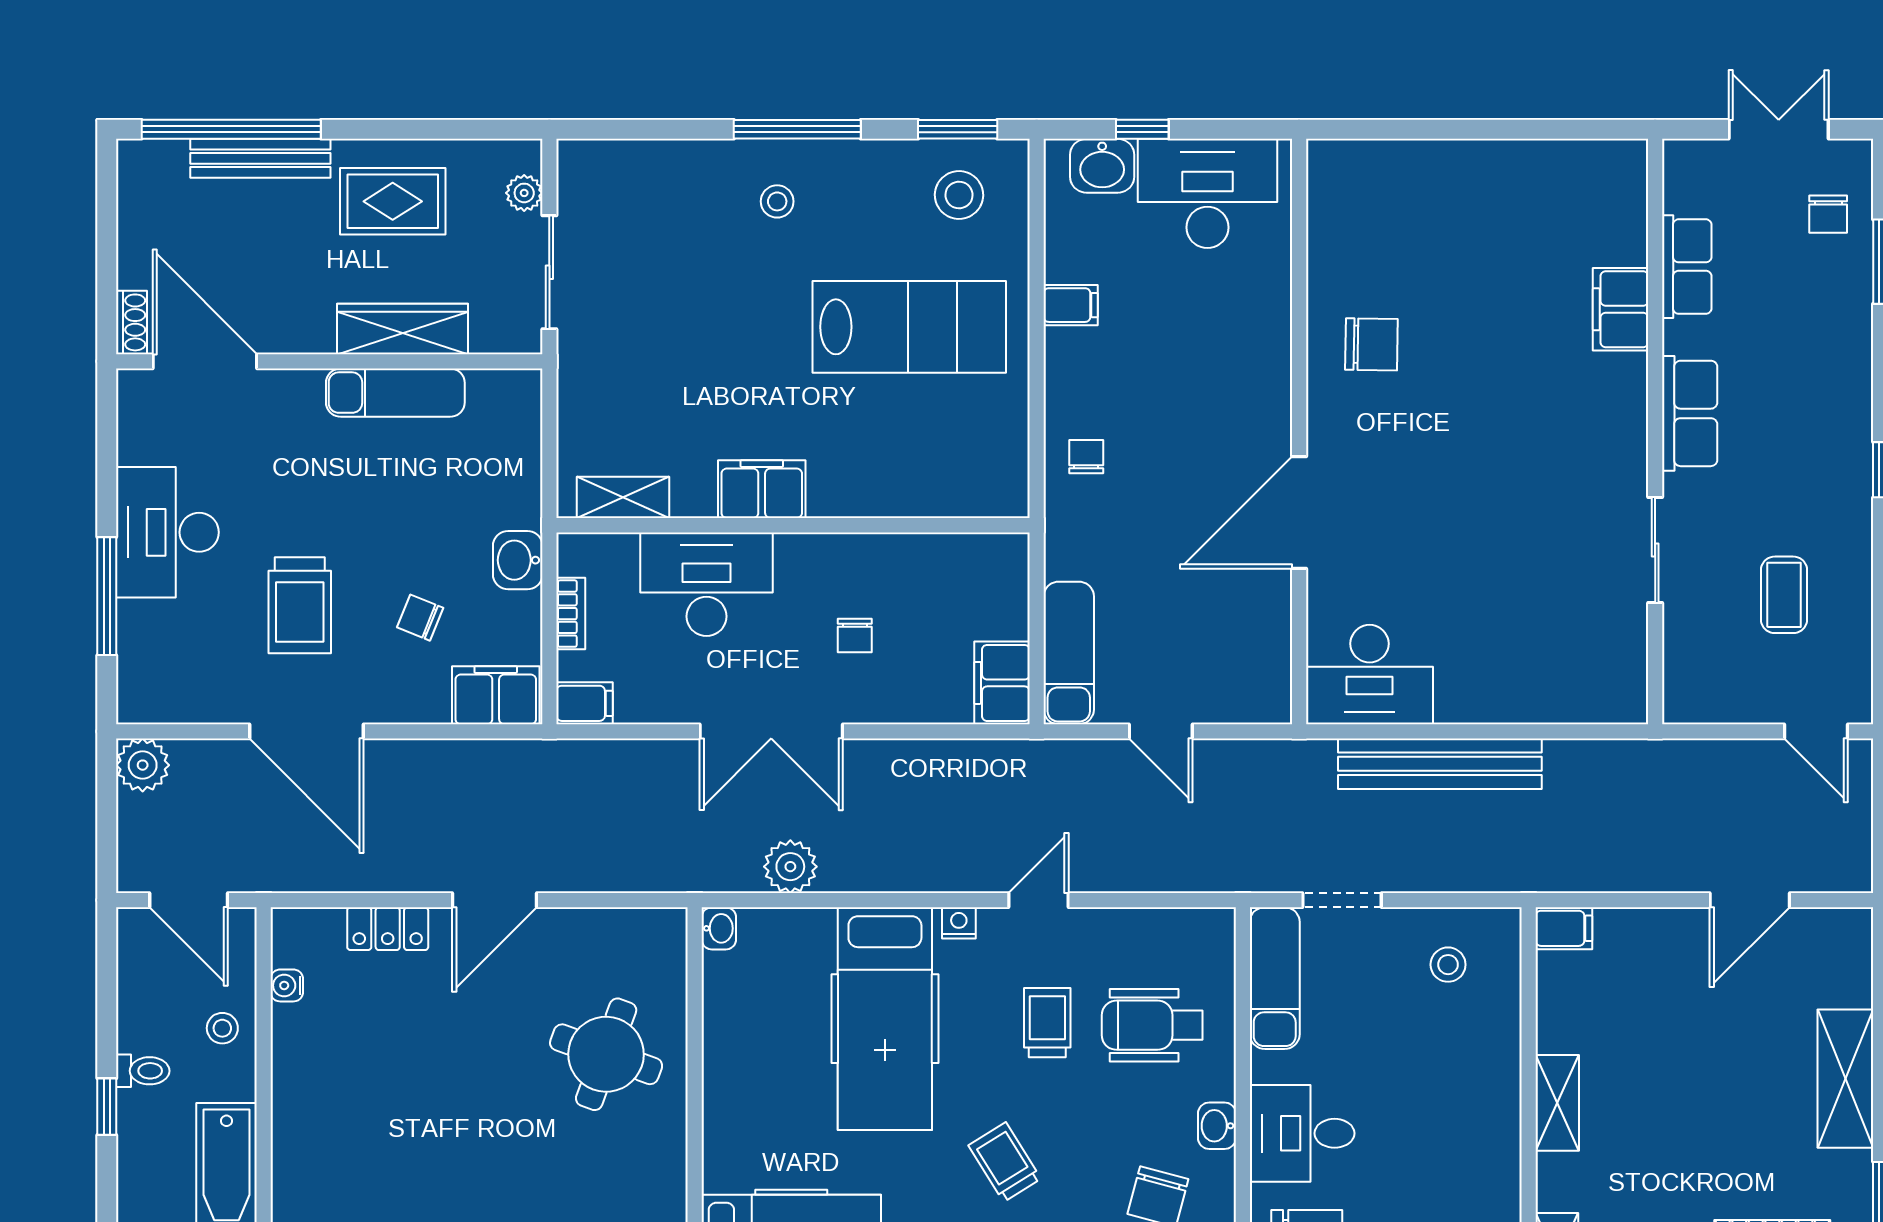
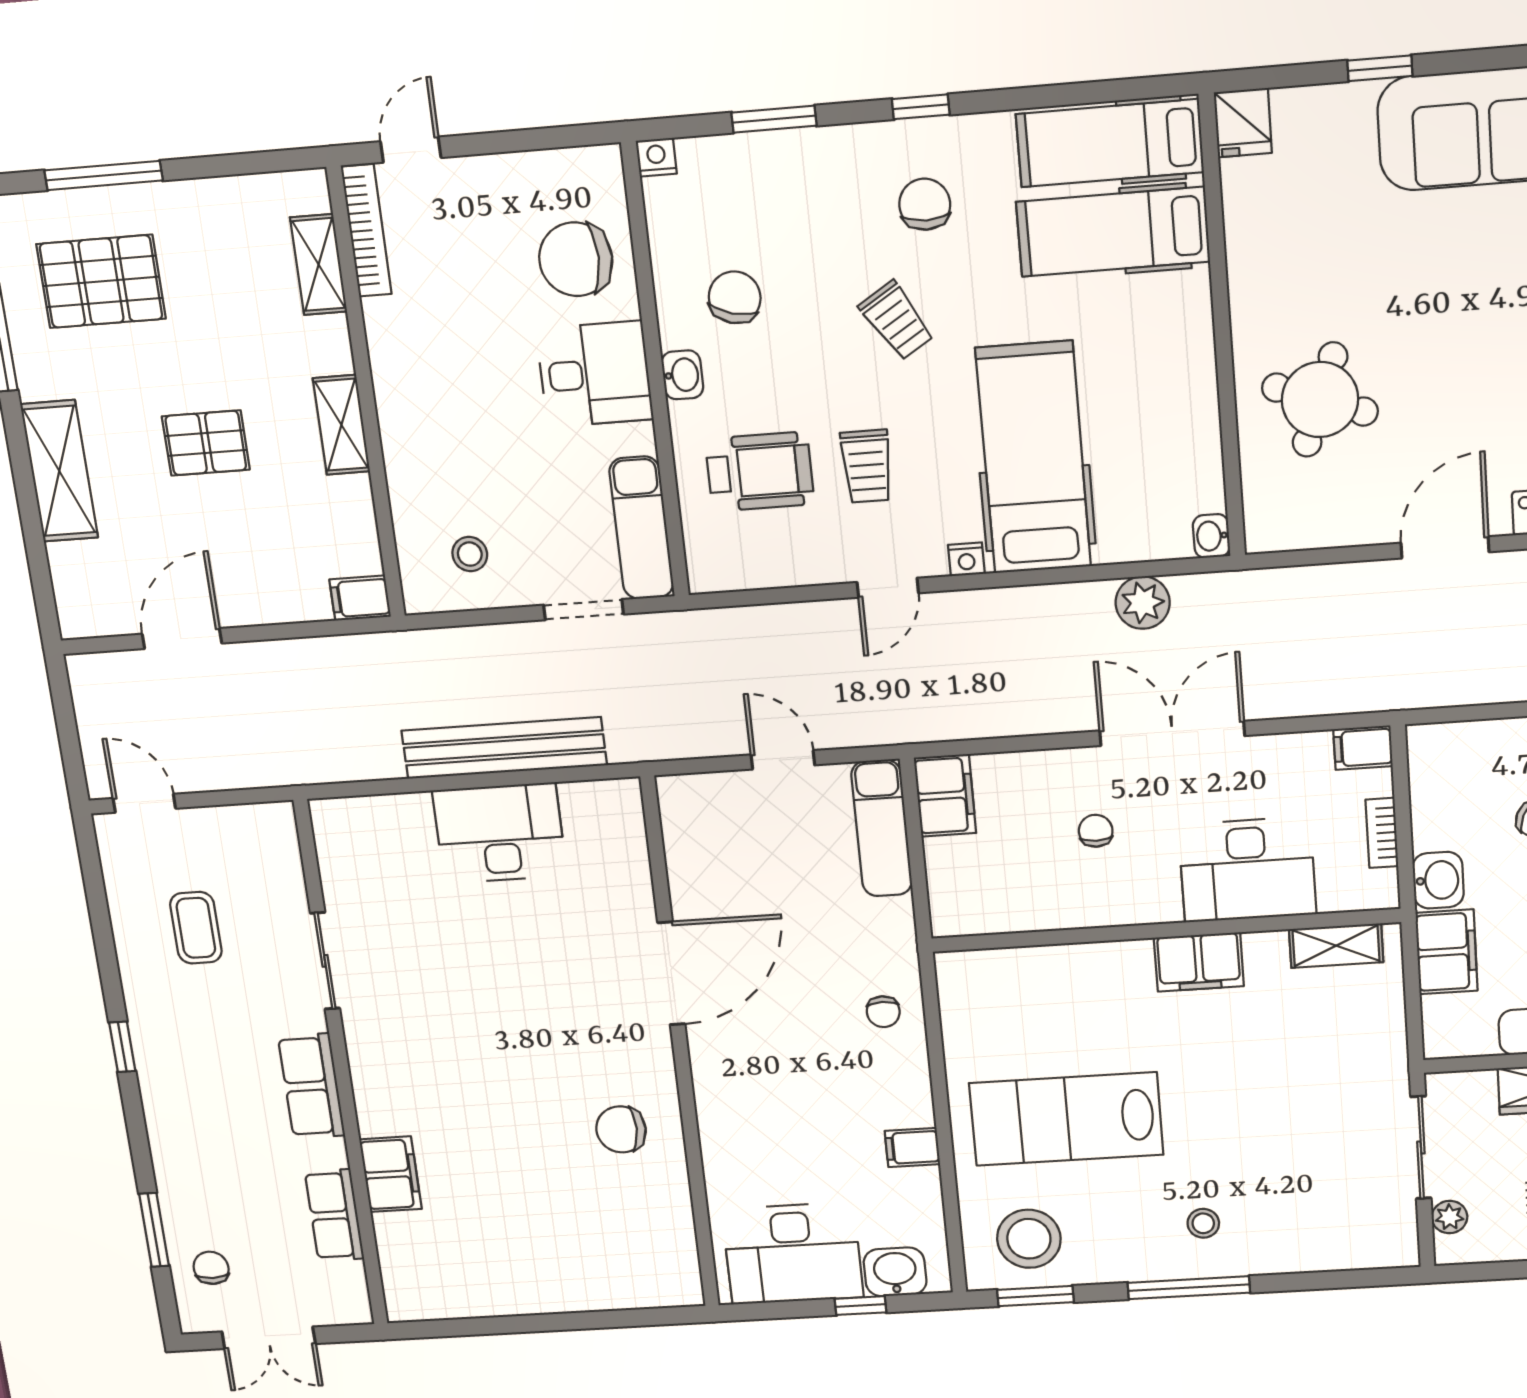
stool: (959, 195) -> (1029, 1239), width x1.38, depth x1.38
desk: (1370, 675) -> (500, 833), moved
filing cabinet: (496, 695) -> (1446, 952), moved, turned -90
pallet: (1694, 1095) -> (206, 443), added

